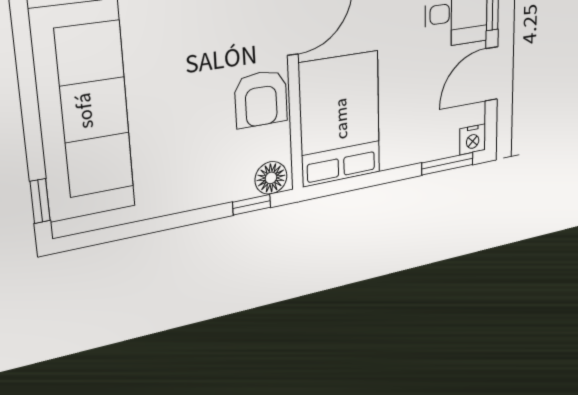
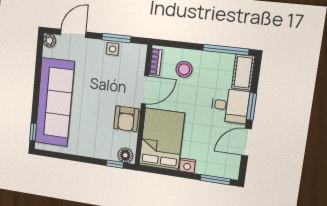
nightstand: (473, 139) -> (187, 165), moved

